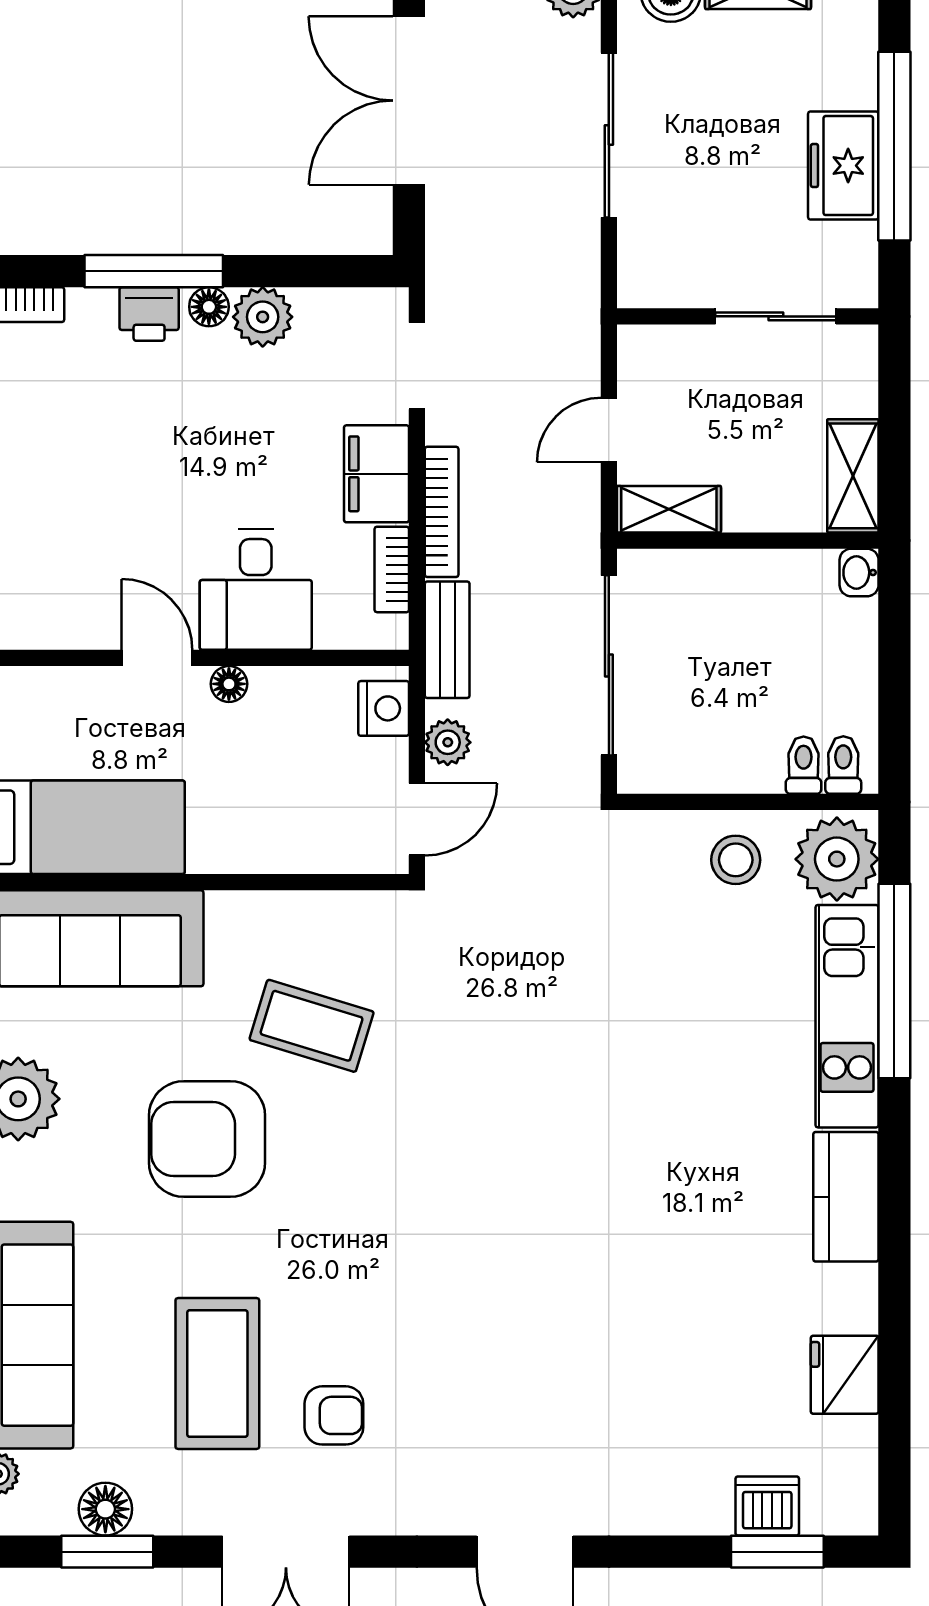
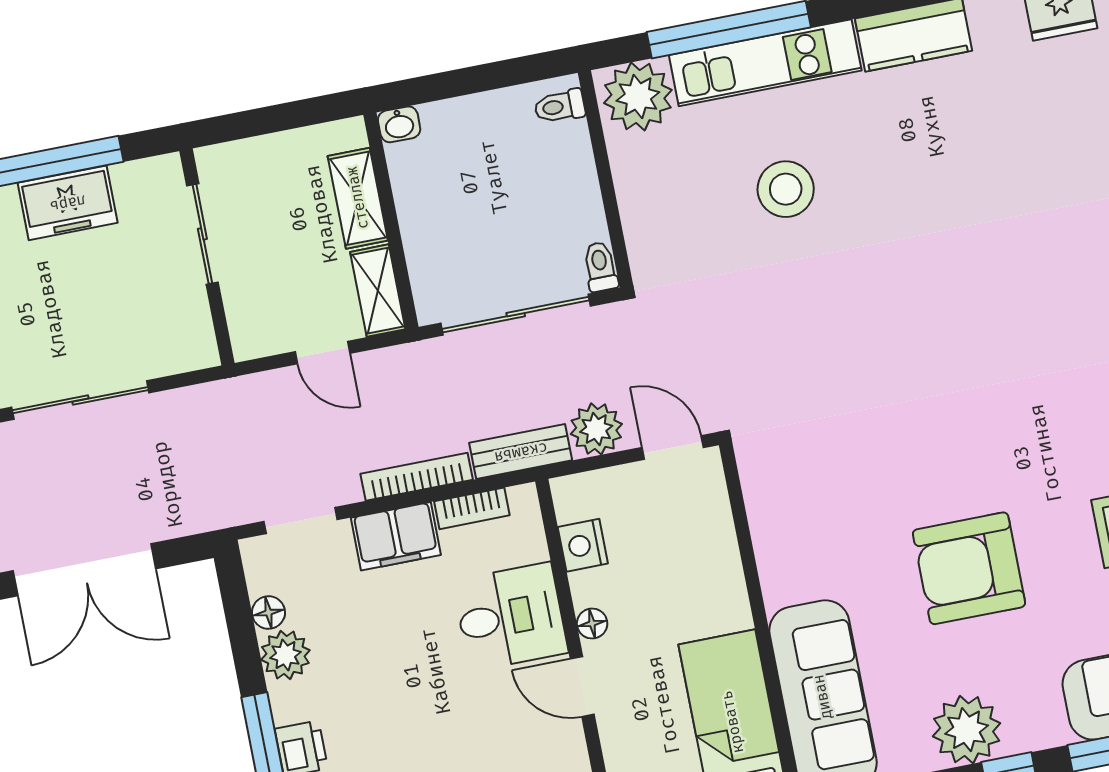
floor lamp: (209, 307) -> (268, 613), moved
shelving: (853, 476) -> (358, 198), moved, turned 90
door: (157, 658) -> (582, 687), hinge flipped
nightstand: (384, 708) -> (583, 545), moved, turned -90
plant: (448, 742) -> (596, 429), width x1.38, depth x1.38
toilet: (804, 765) -> (600, 267), moved, turned 90
stool: (736, 860) -> (786, 189), moved, width x1.38, depth x1.38
coffee table: (312, 1026) -> (859, 501), removed
armchair: (207, 1139) -> (969, 568), turned 90

